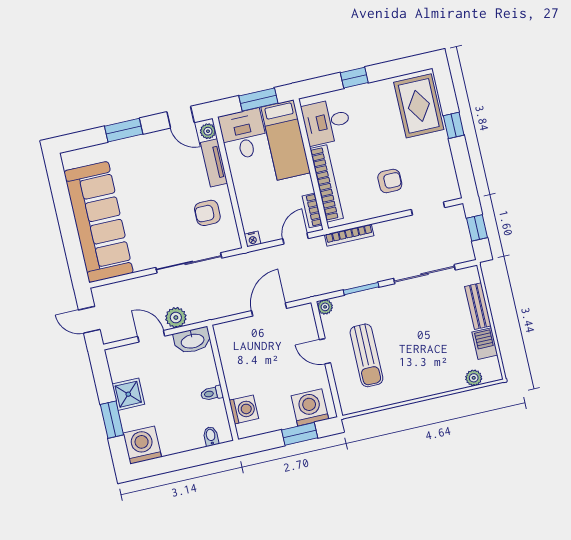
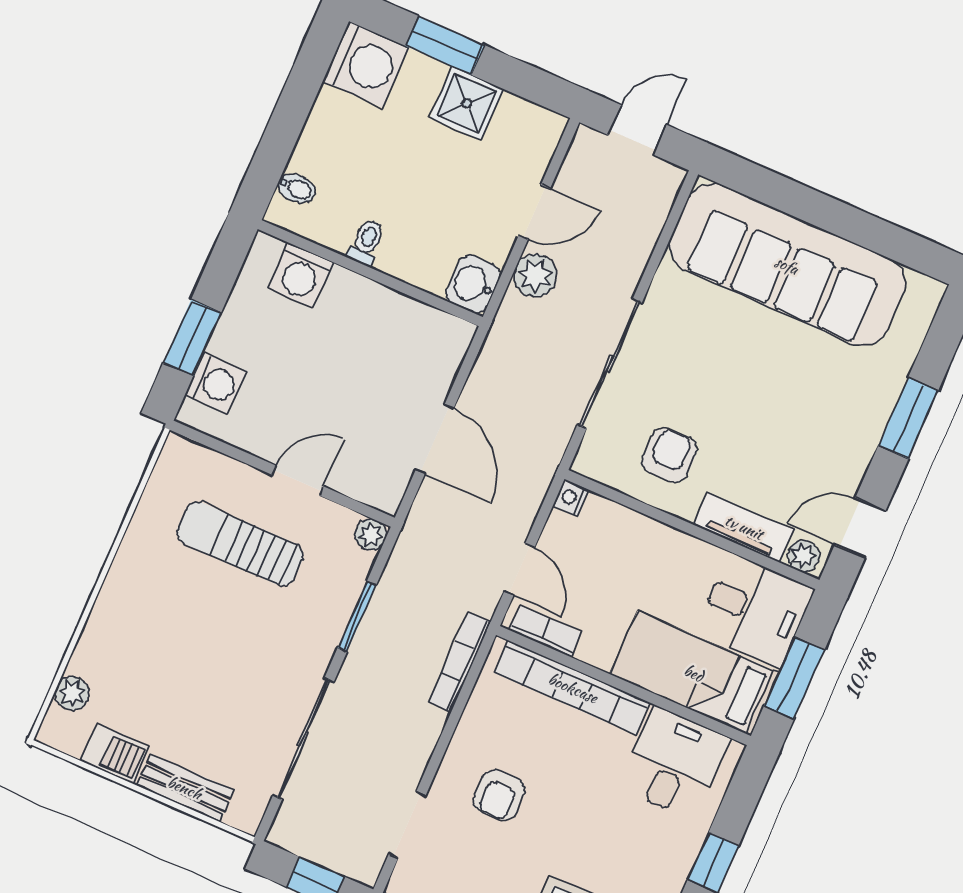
washbasin: (192, 341) -> (473, 284), width x0.72
washing machine: (310, 407) -> (215, 383), width x0.73, depth x0.73

